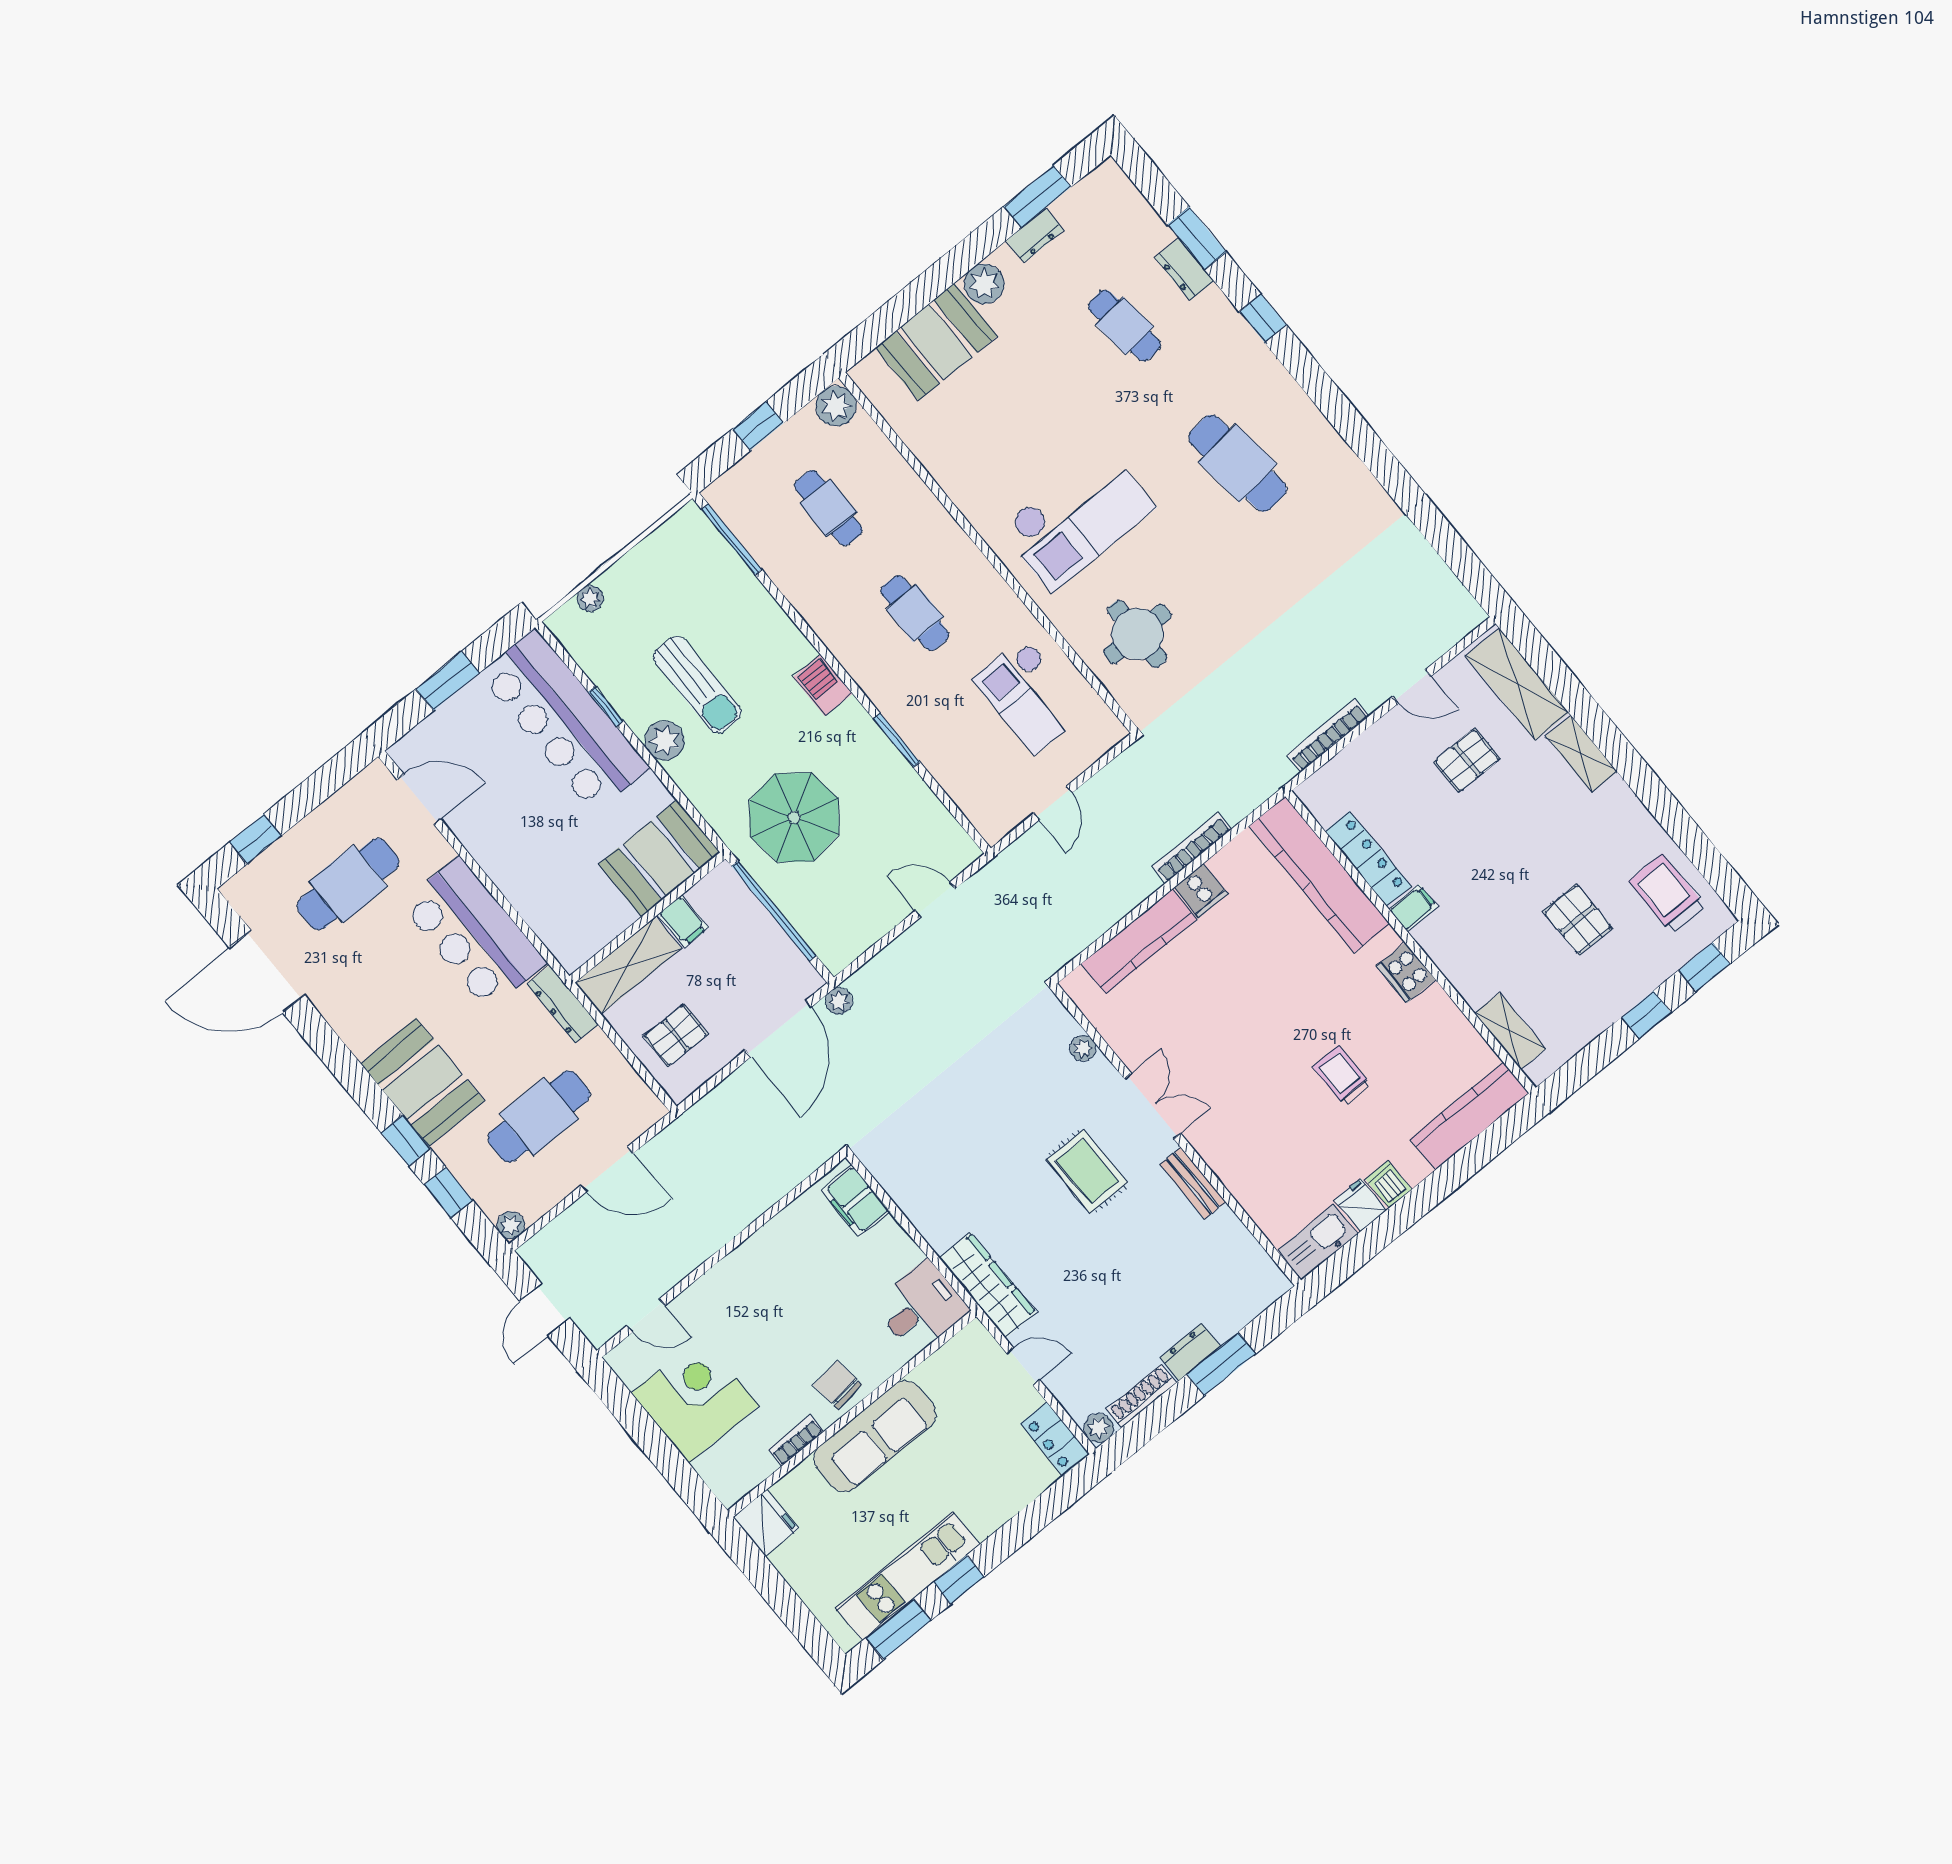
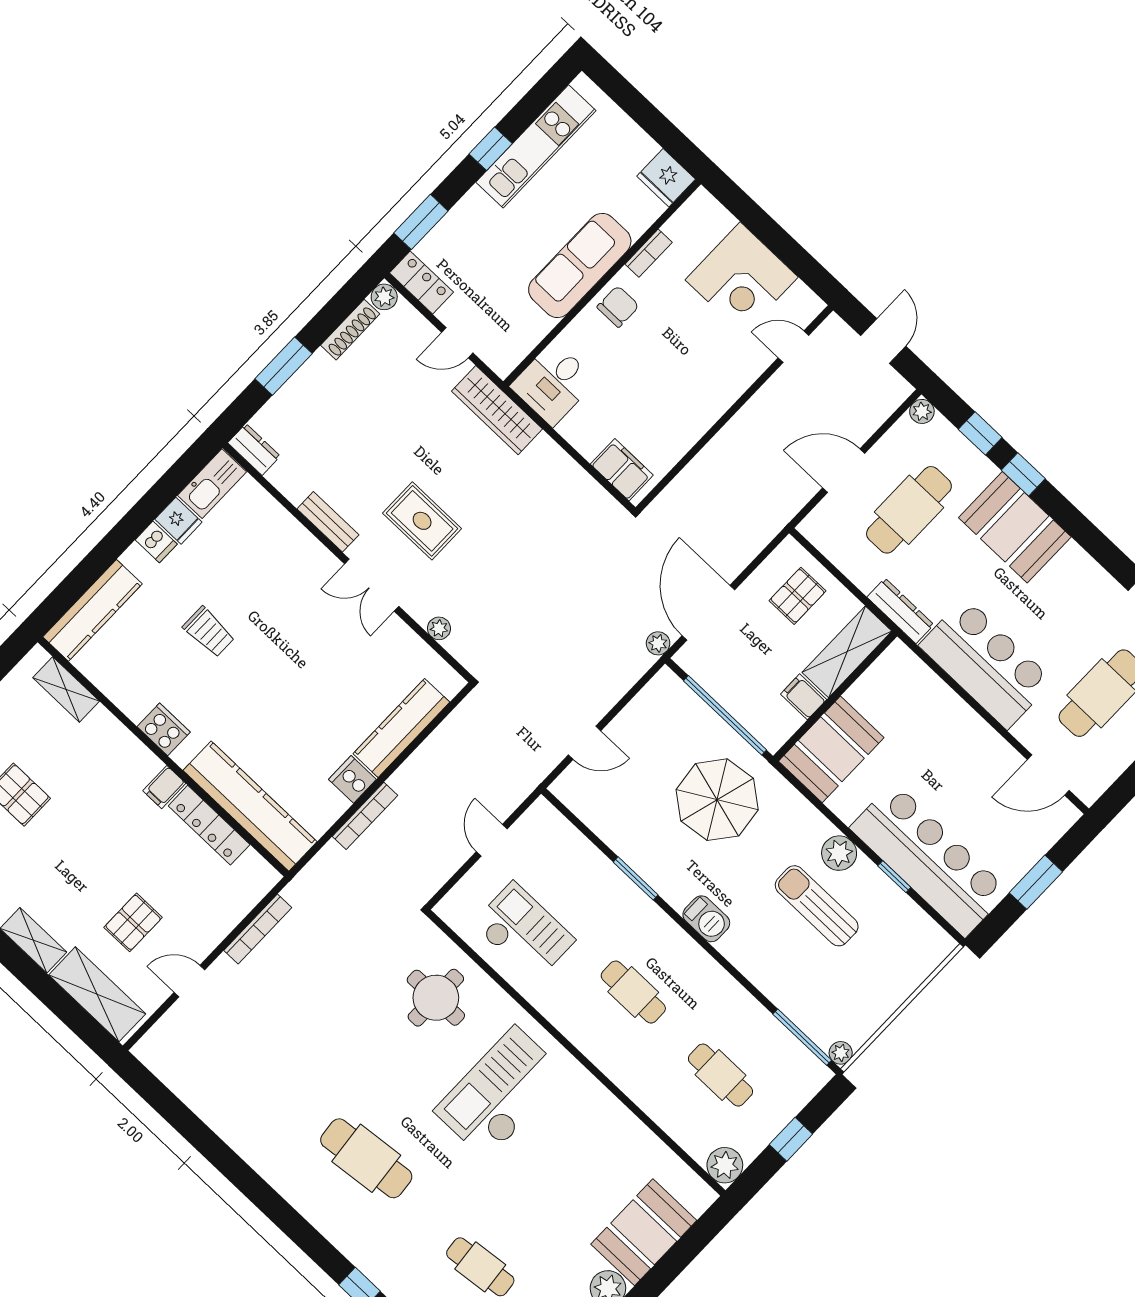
plant: (590, 598) -> (841, 1053), moved
dresser: (1190, 1352) -> (254, 449), moved, turned -90
chair: (838, 1385) -> (618, 306), turned -84
window: (898, 1629) -> (421, 222), moved

